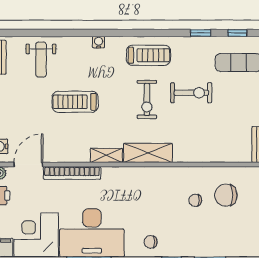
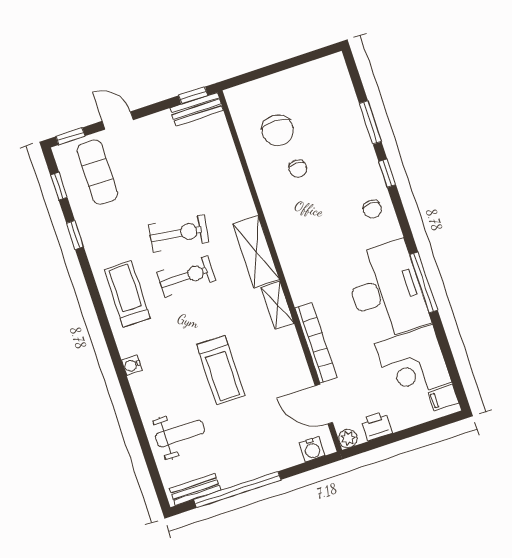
exercise bike: (191, 93) -> (179, 233), moved, turned 98

